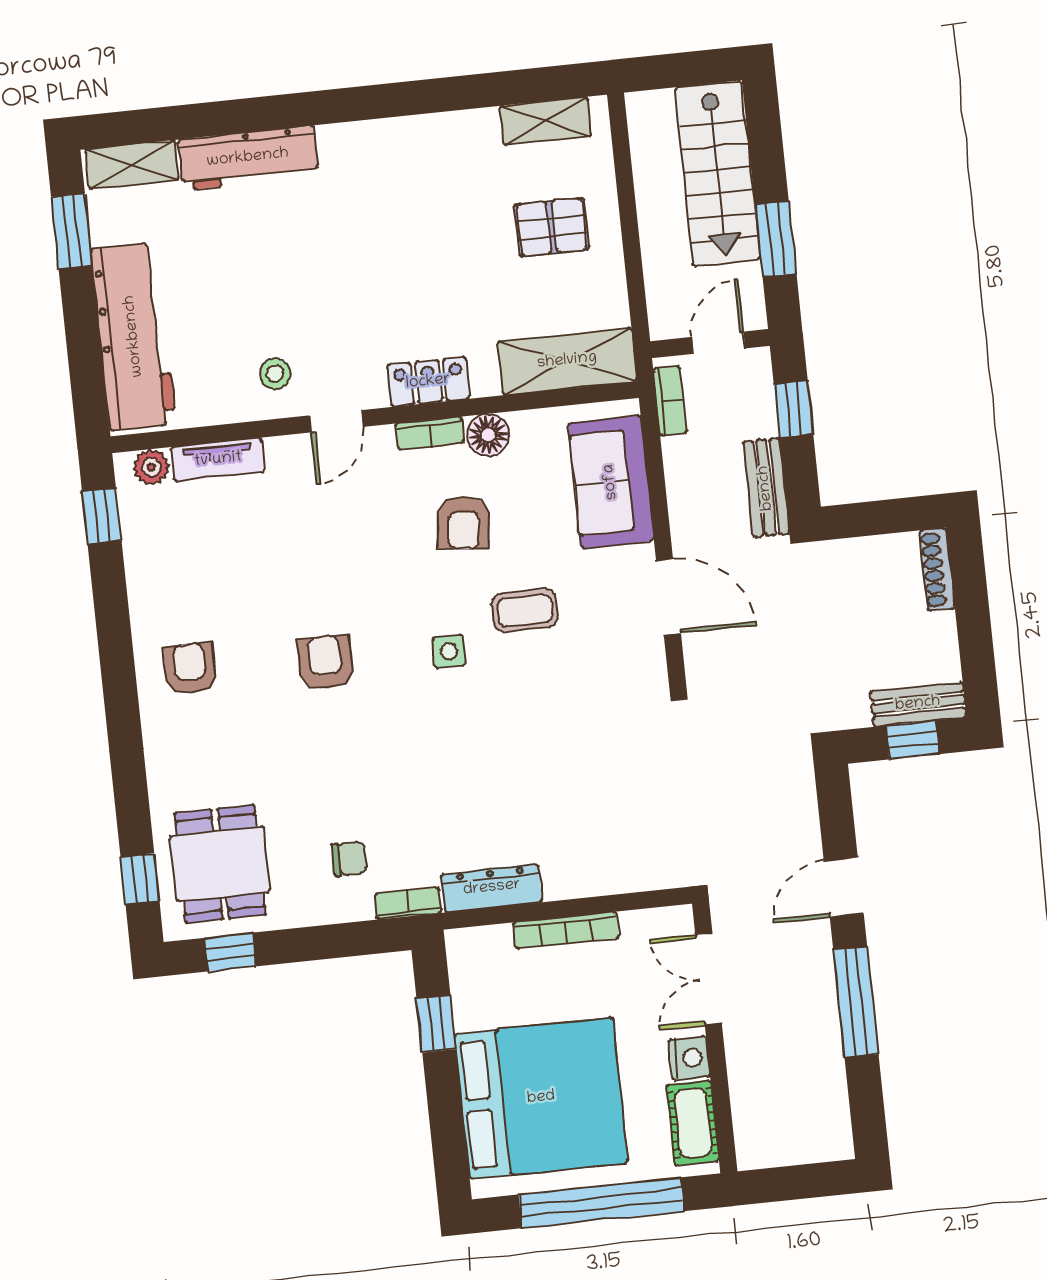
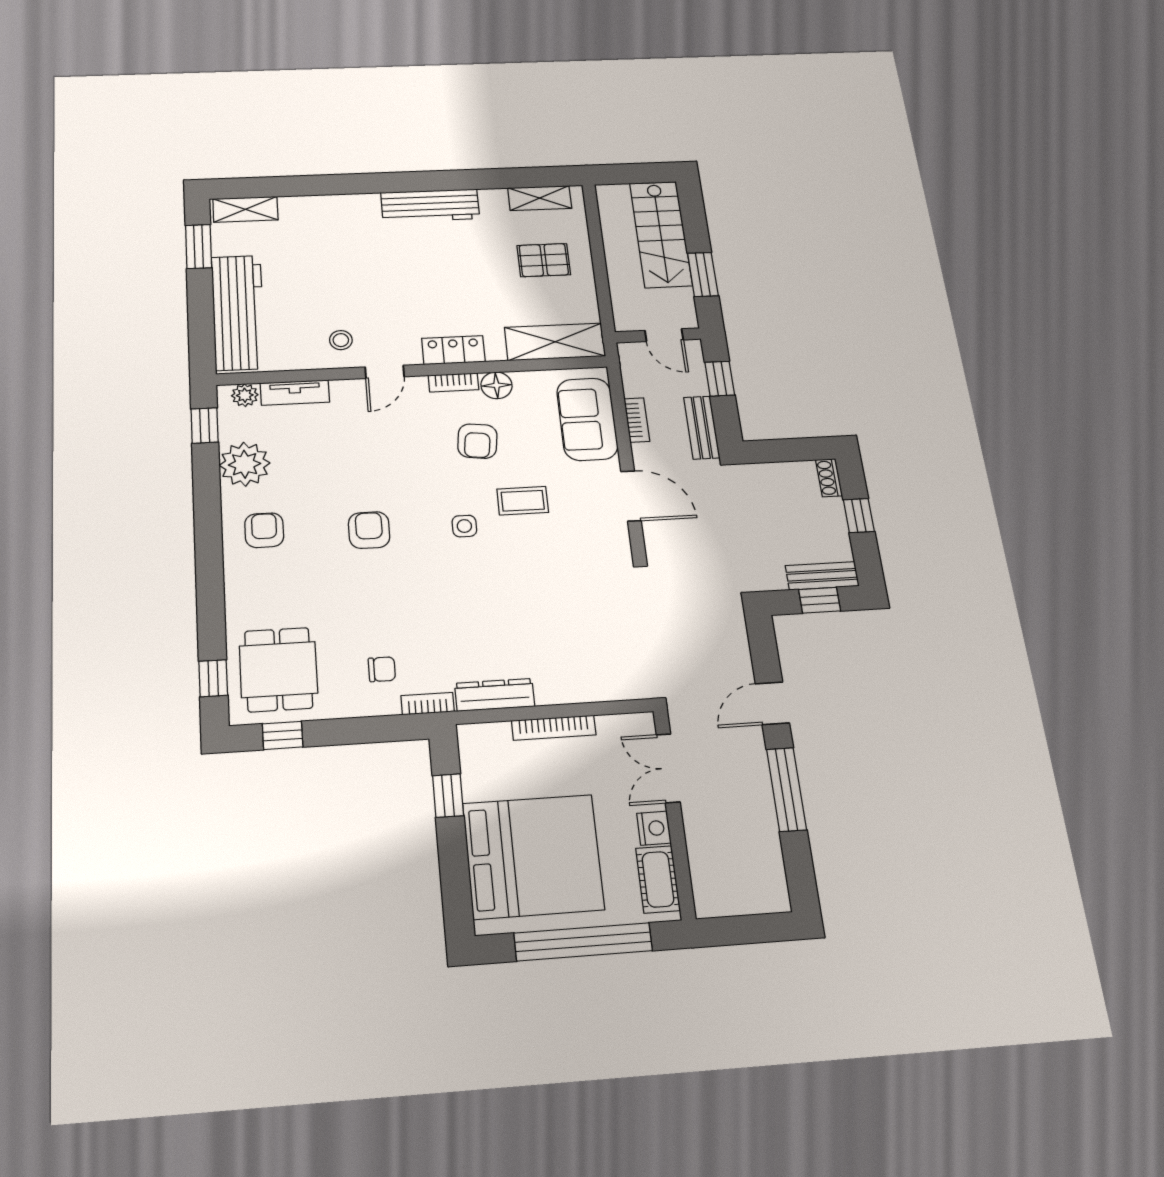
workbench: (248, 158) -> (430, 206), moved
door: (718, 343) -> (664, 335), swing flipped
bookcase: (670, 401) -> (637, 420), moved
shoe rack: (937, 569) -> (829, 478), width x0.70
plant: (158, 572) -> (245, 464), added
window: (973, 613) -> (859, 516), added

